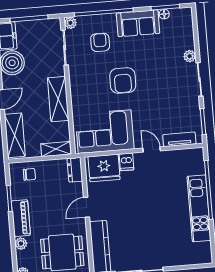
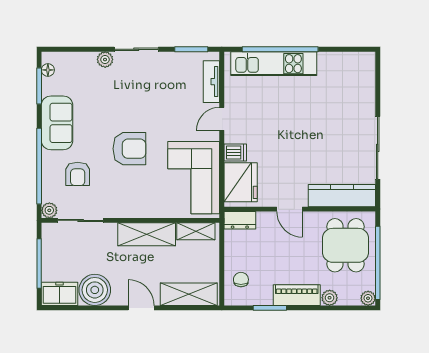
floor lamp: (164, 14) -> (48, 70), moved
armchair: (100, 42) -> (78, 174), turned -90
shelving: (56, 149) -> (196, 231), moved, turned 90
kitchen unit: (199, 208) -> (274, 64), moved

